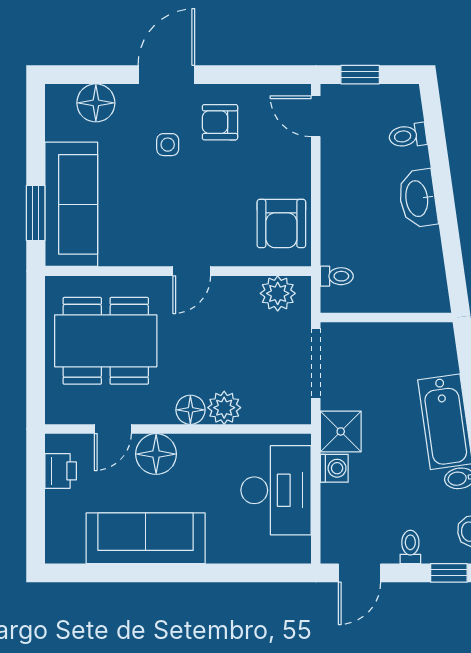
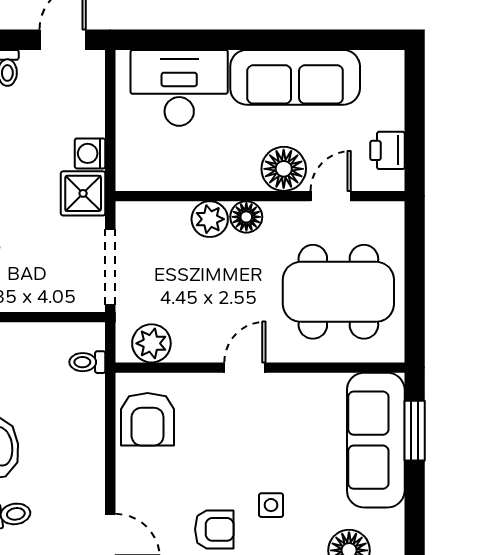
armchair: (281, 224) -> (148, 419), turned 180
desk: (276, 490) -> (179, 88), moved, turned 90

